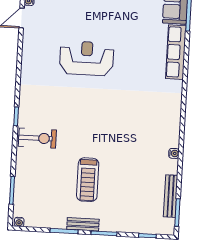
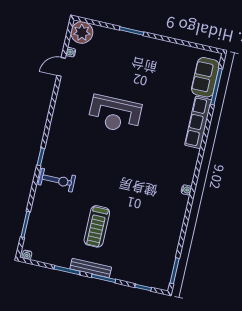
reception desk: (87, 58) -> (115, 114), turned 180
water cooler: (174, 153) -> (186, 190), moved
bench: (171, 196) -> (171, 254), removed
bench: (83, 224) -> (91, 268), width x1.36

